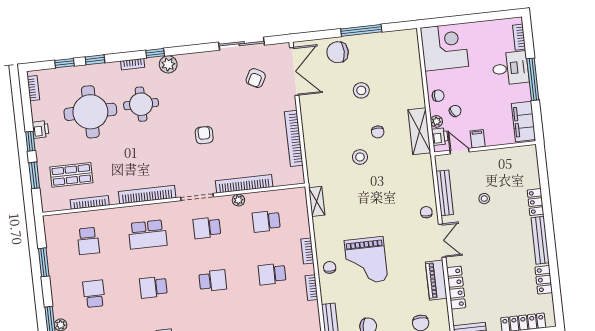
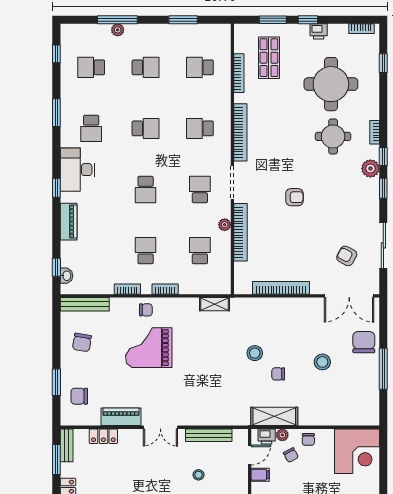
window: (95, 60) -> (383, 188), moved
chair: (426, 212) -> (191, 414), removed
school desk: (148, 234) -> (200, 128), width x0.54
school desk: (153, 287) -> (146, 128), turned 90
locker: (456, 288) -> (103, 436), width x0.66

